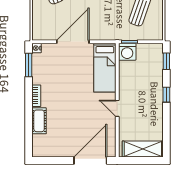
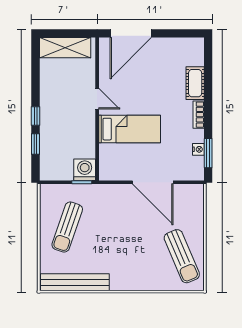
door: (73, 42) -> (153, 182), hinge flipped
nightstand: (36, 48) -> (198, 149), moved
window: (166, 61) -> (35, 144), moved
bed: (105, 68) -> (130, 129), moved, turned 90

